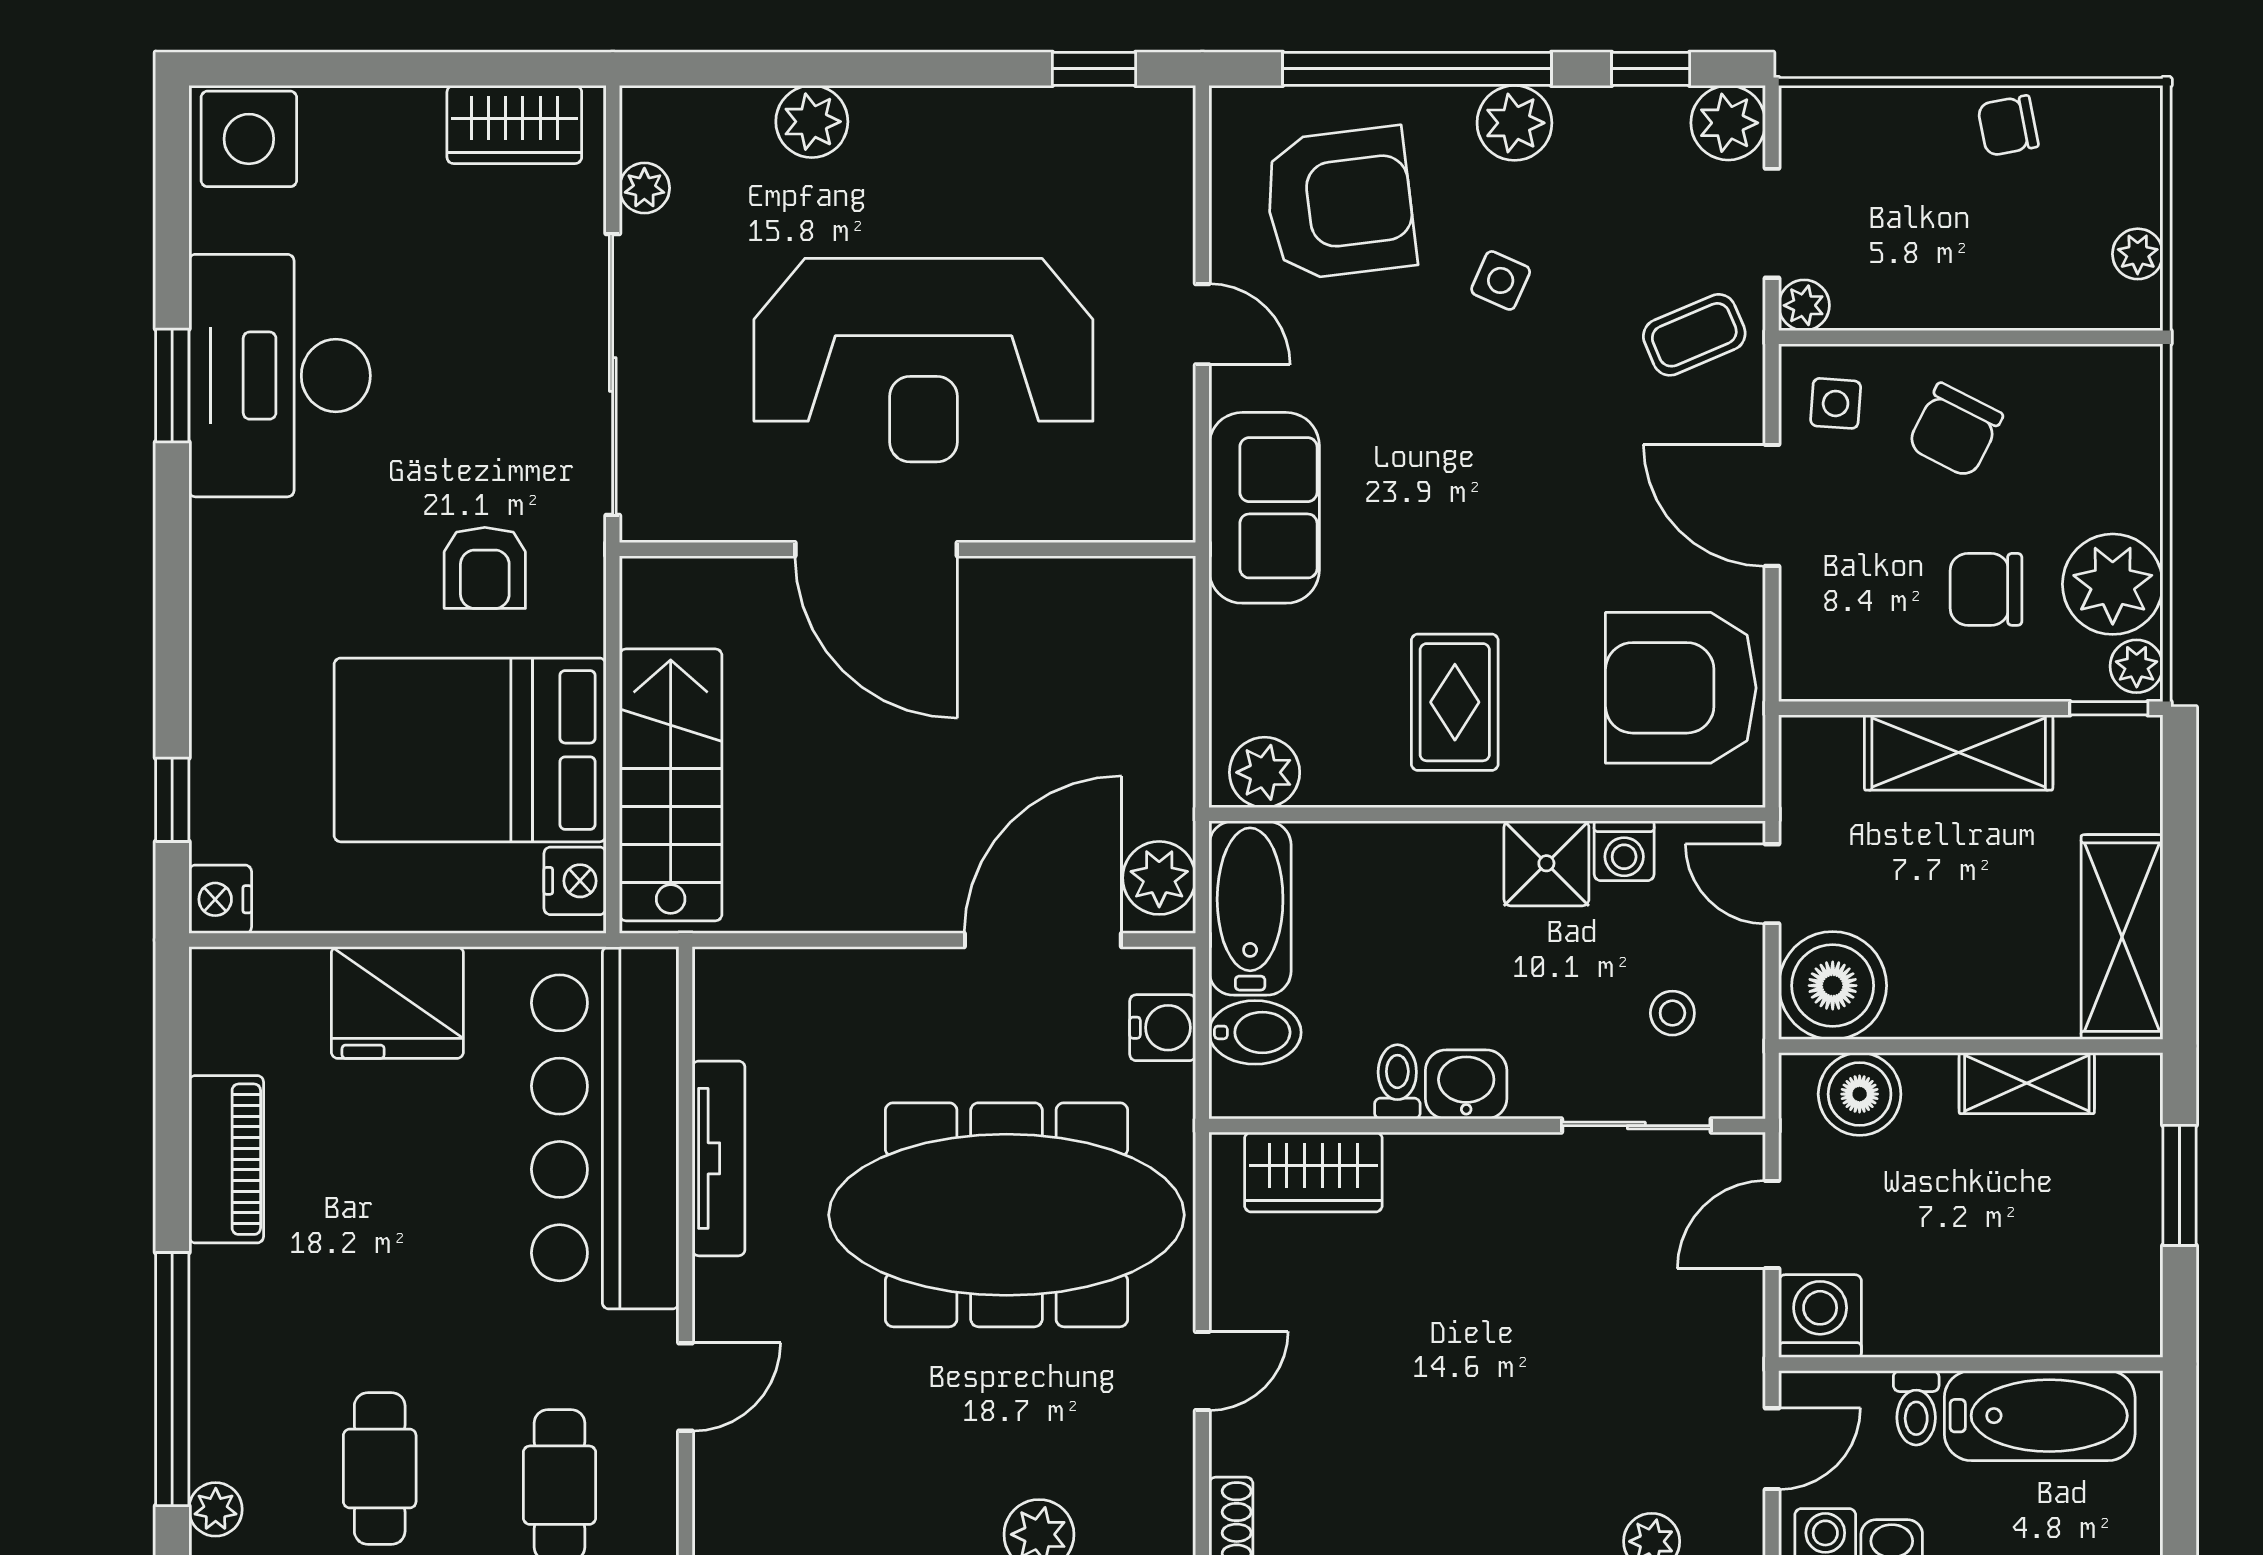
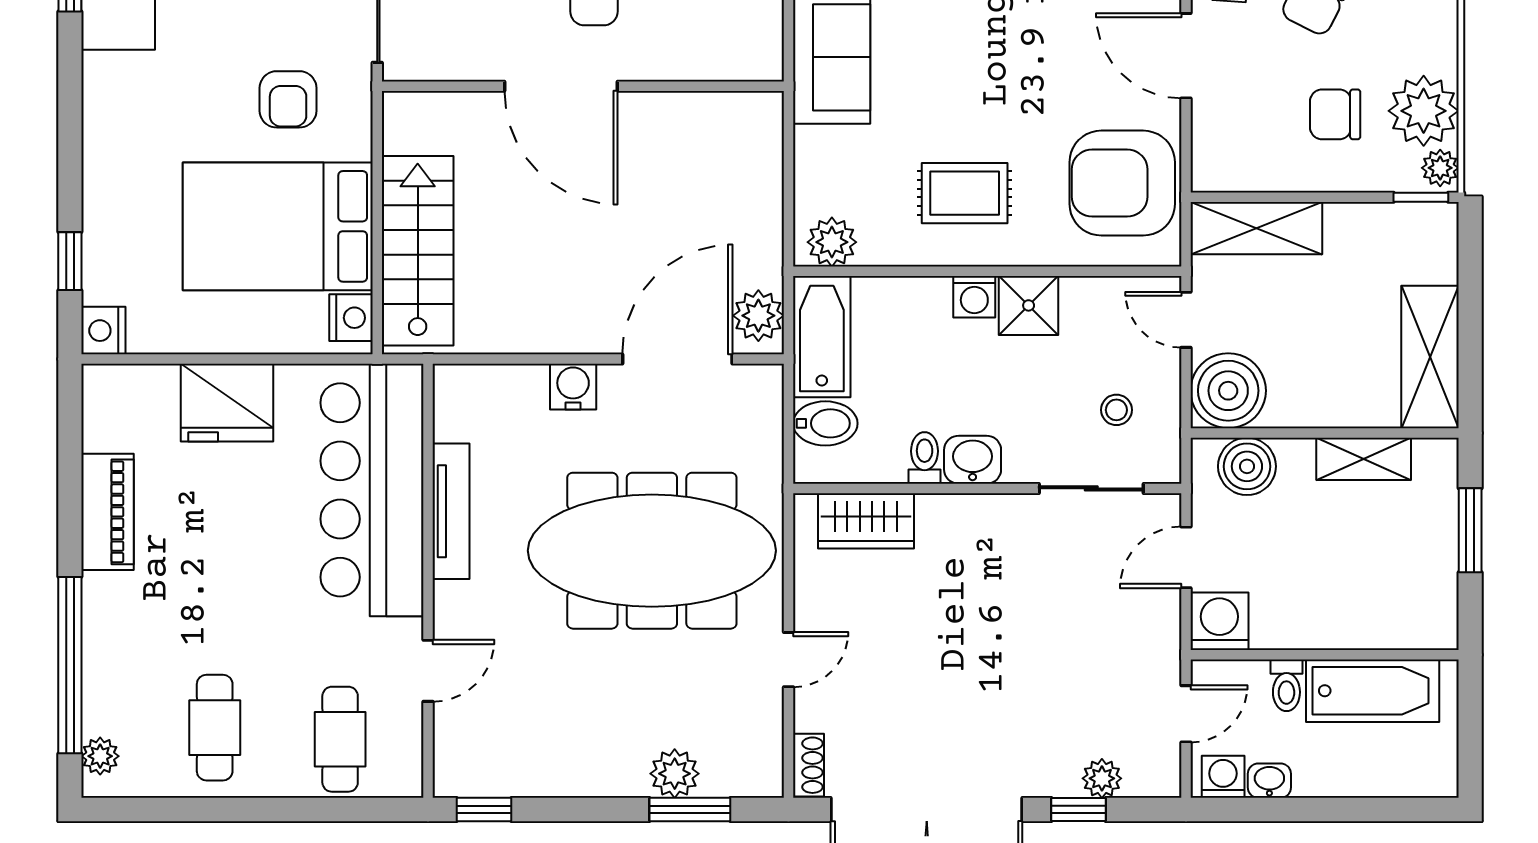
rug: (1455, 702) -> (965, 193), turned 90
shelving: (1959, 753) -> (1256, 228), moved
washing machine: (1624, 851) -> (974, 297), moved
water cooler: (1163, 1028) -> (573, 387), moved, turned -90

